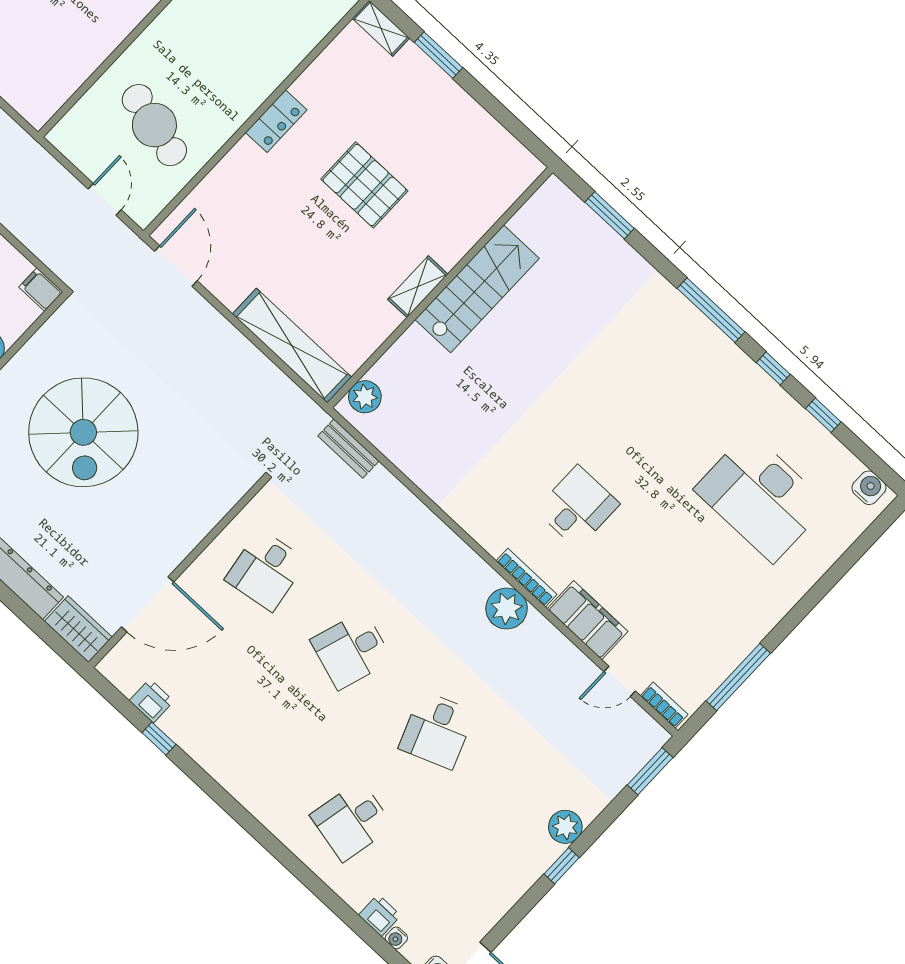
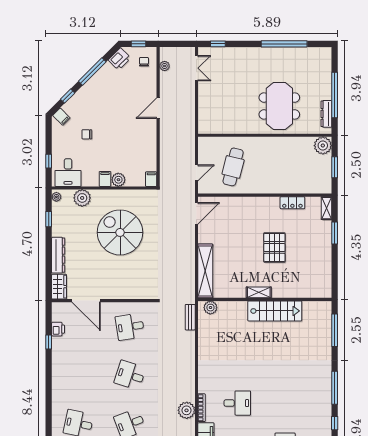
locker: (276, 121) -> (292, 203), moved
window: (610, 215) -> (335, 330), width x1.44
spiral stairs: (83, 432) -> (120, 232), turned 90

